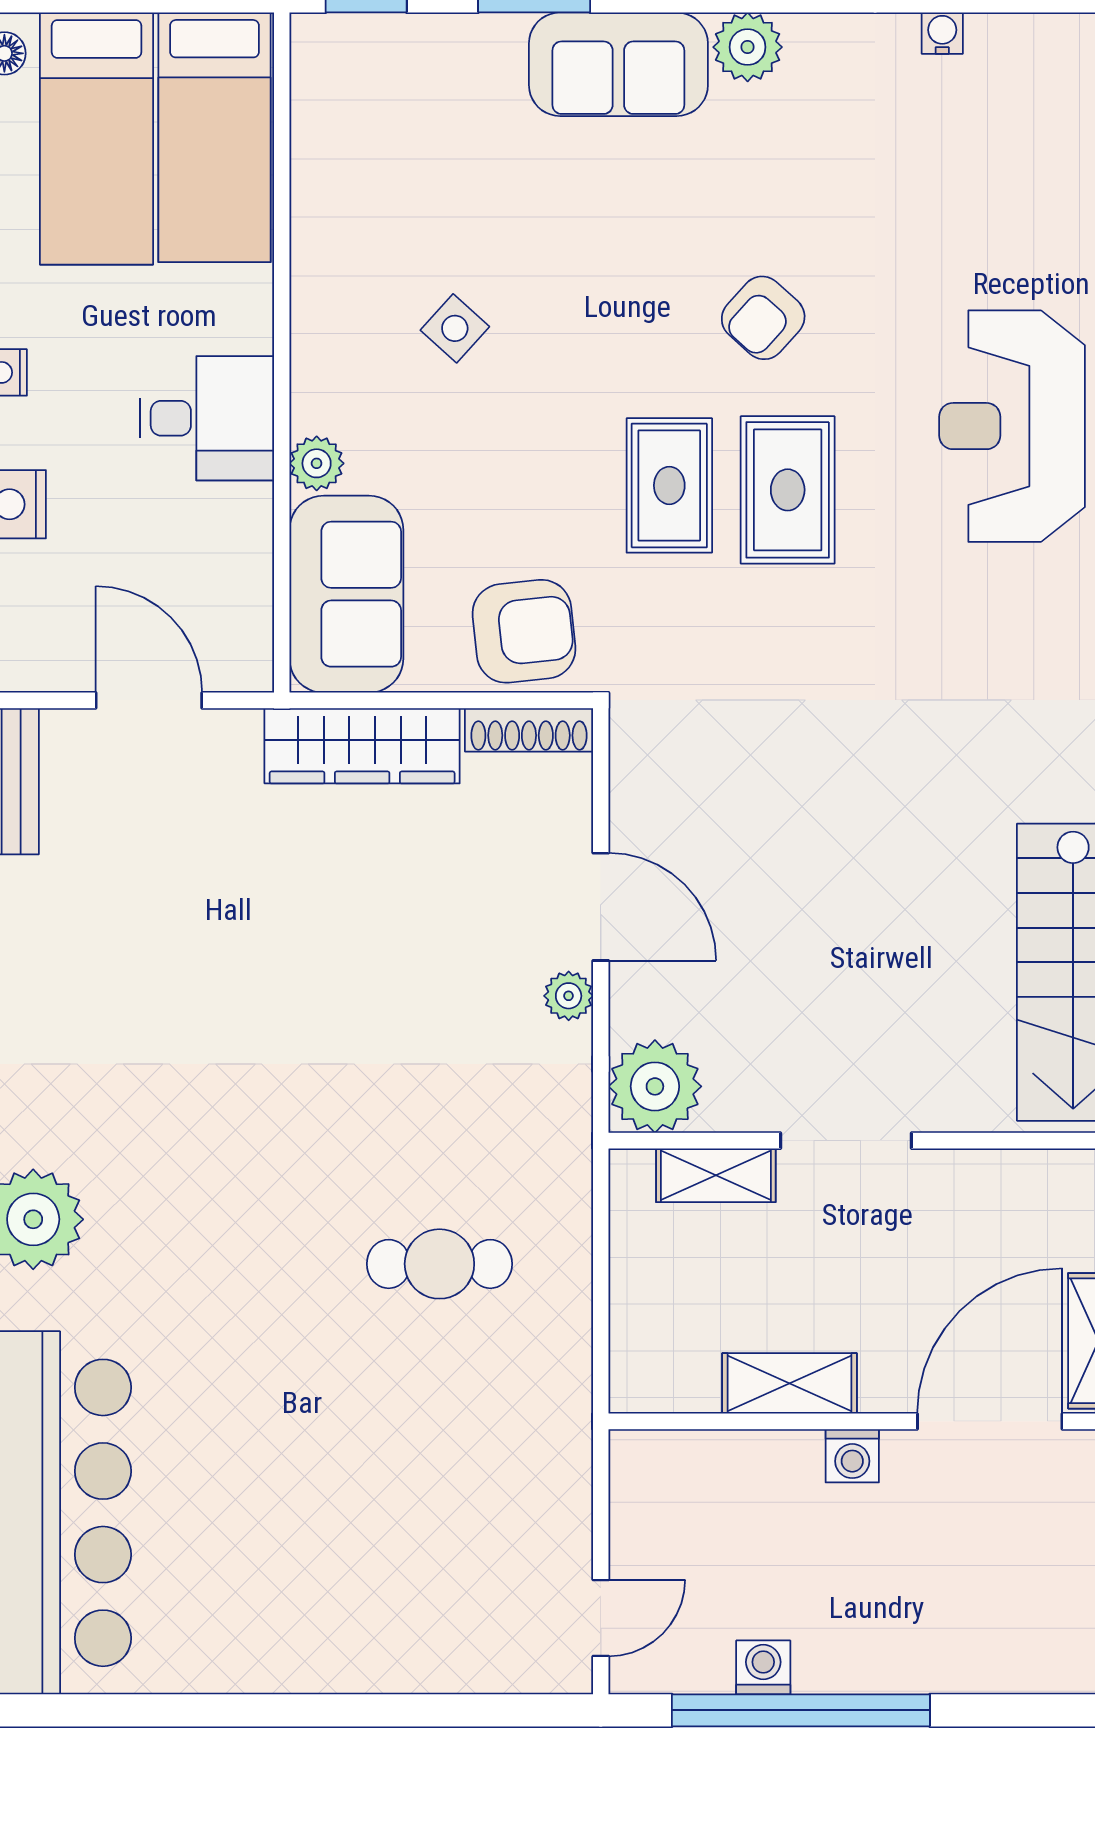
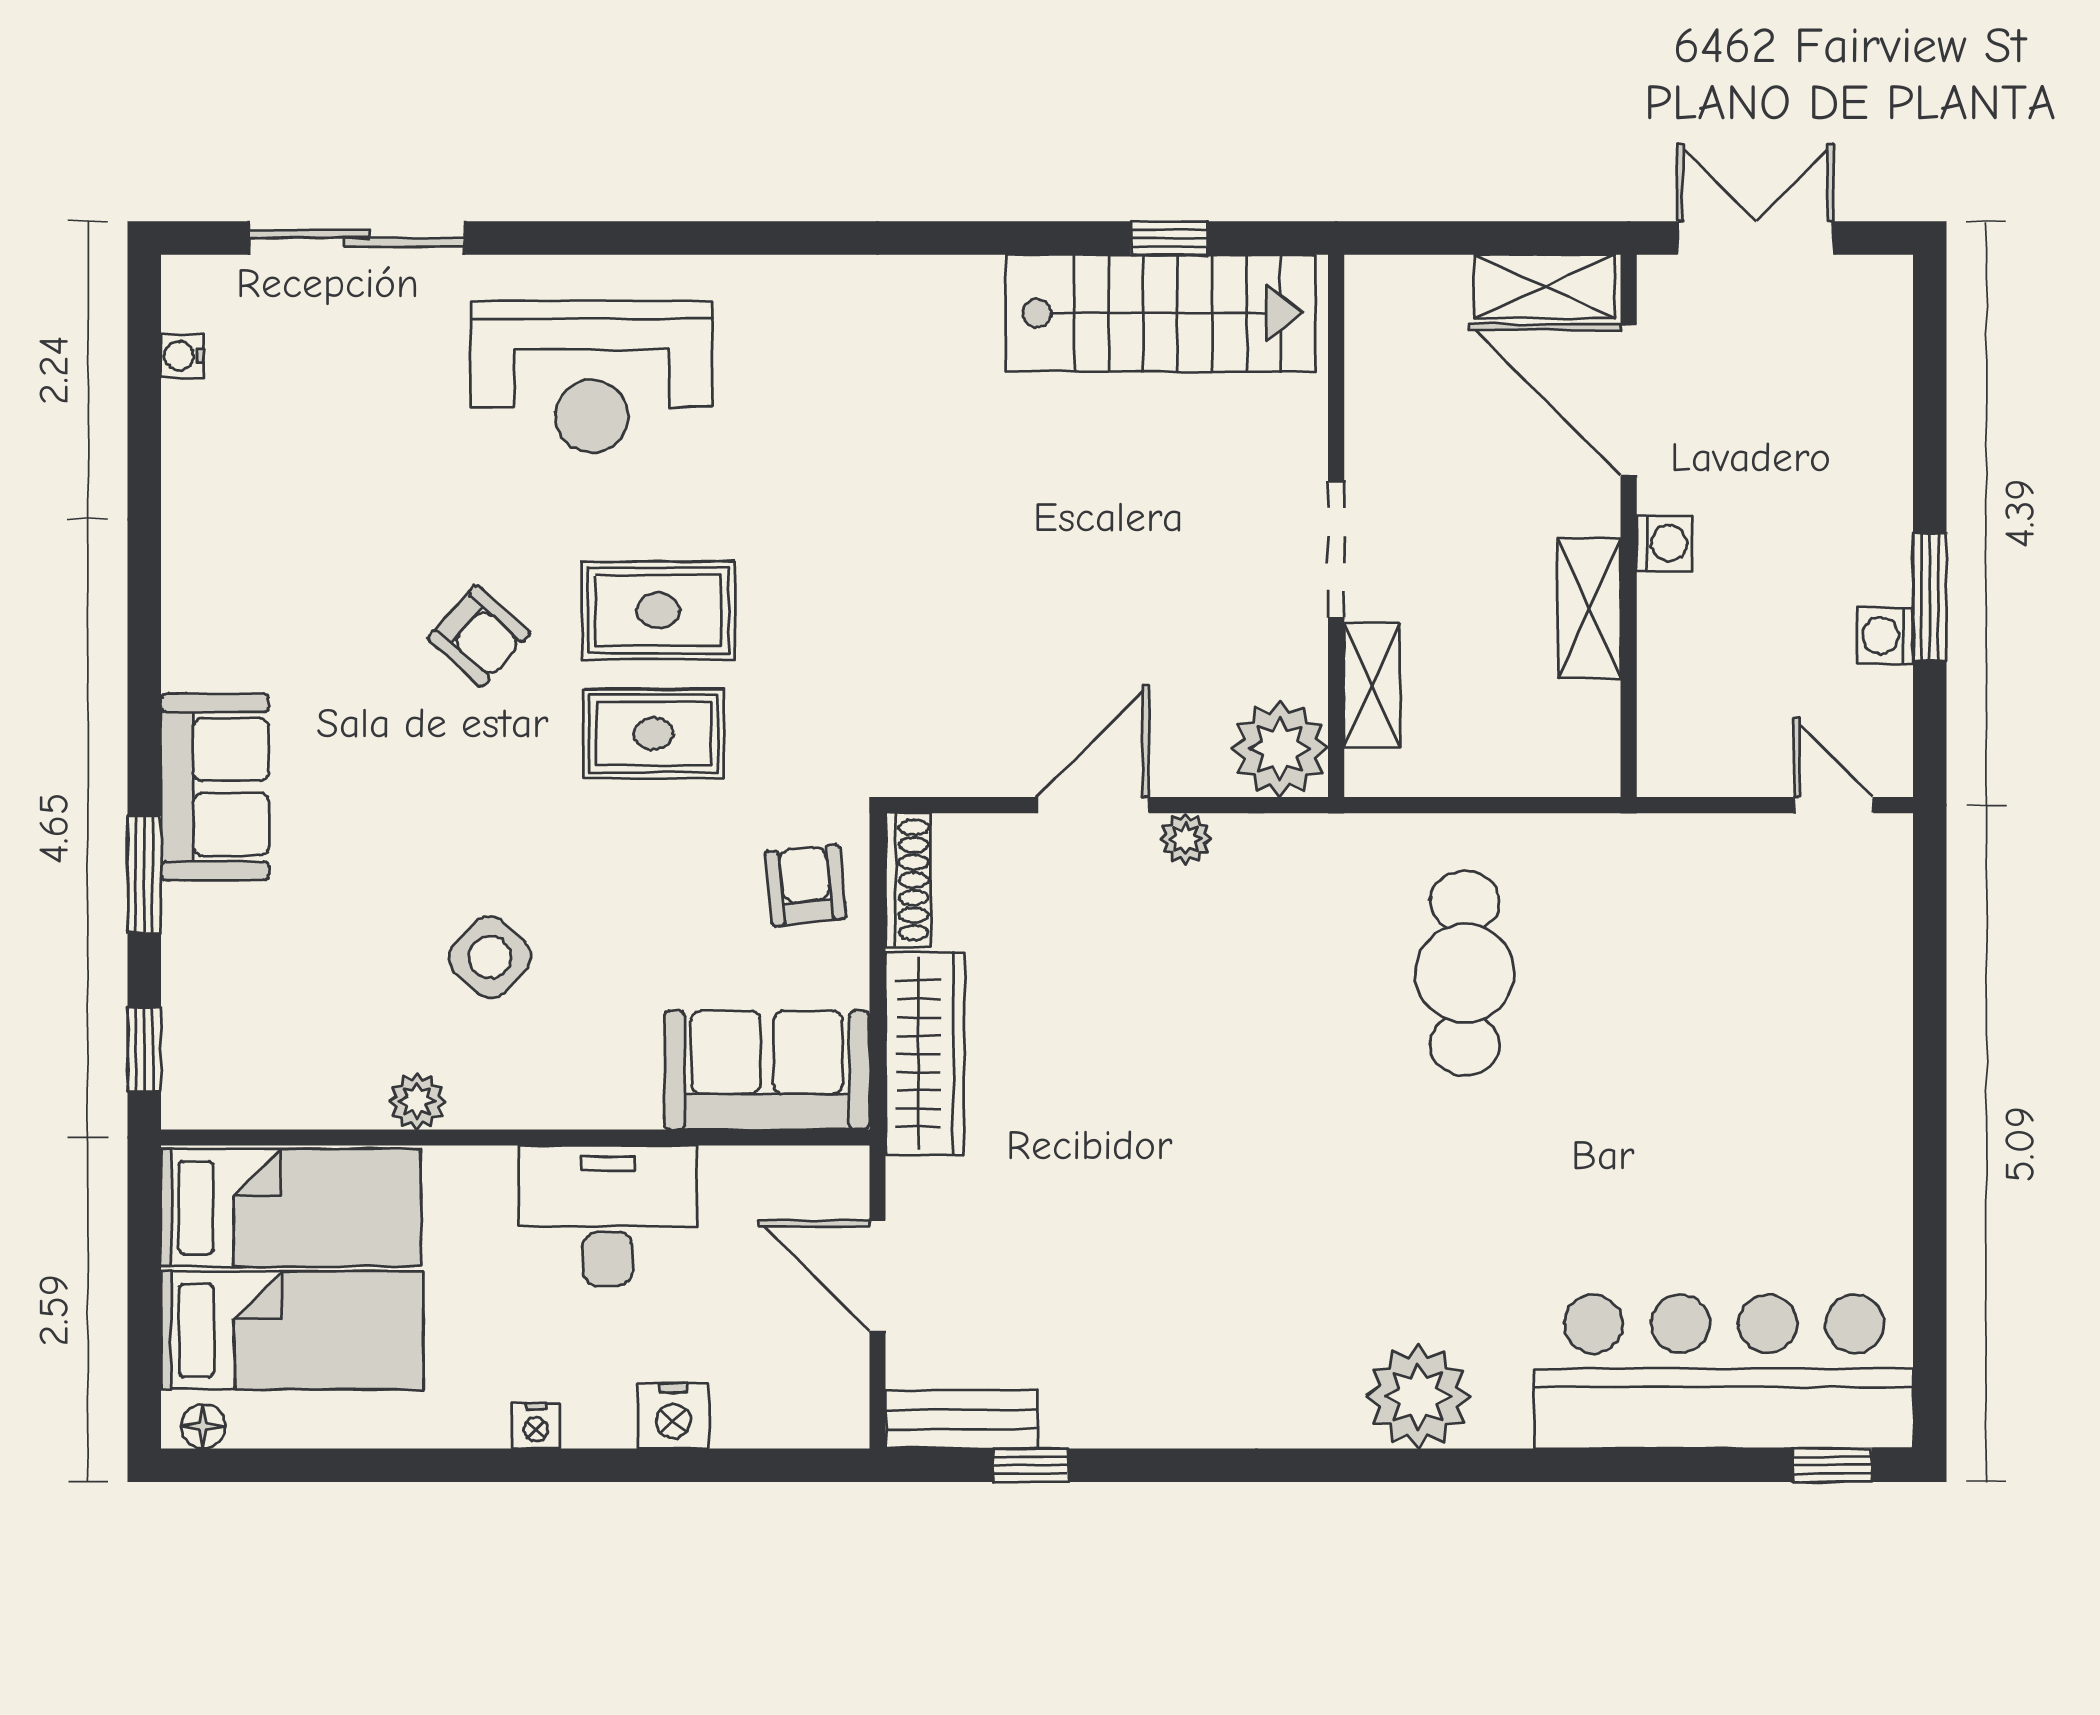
water cooler: (942, 33) -> (182, 356), moved
plant: (748, 47) -> (197, 652), removed
side table: (455, 328) -> (490, 957), width x1.37, depth x1.37
desk: (207, 418) -> (608, 1215), width x1.37
plant: (317, 463) -> (417, 1101), moved
armchair: (524, 631) -> (806, 885), width x0.72, depth x0.72
door: (149, 700) -> (878, 1276), hinge flipped
cafe table: (439, 1264) -> (1465, 973), width x1.37, depth x1.35
window: (801, 1710) -> (1930, 597), width x0.47

